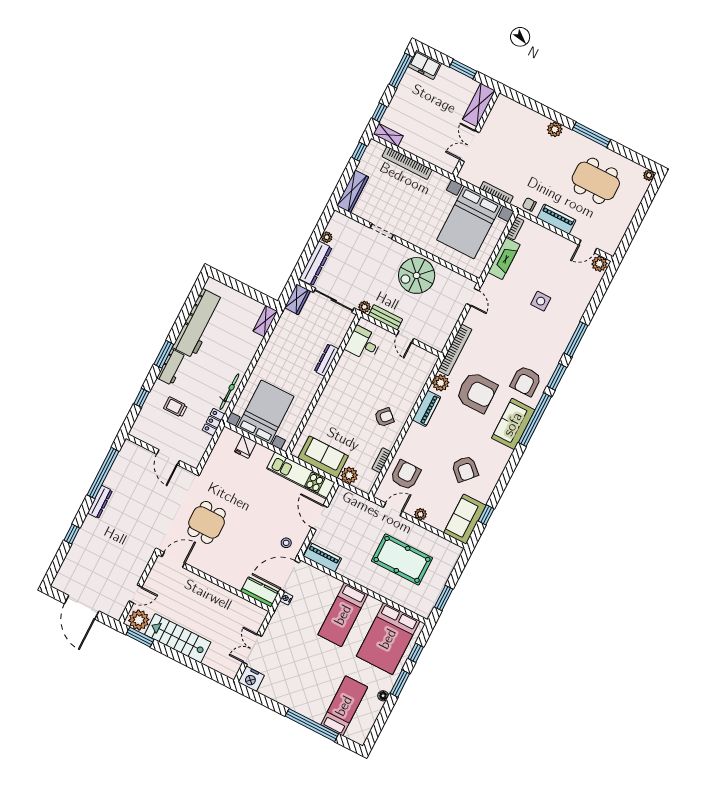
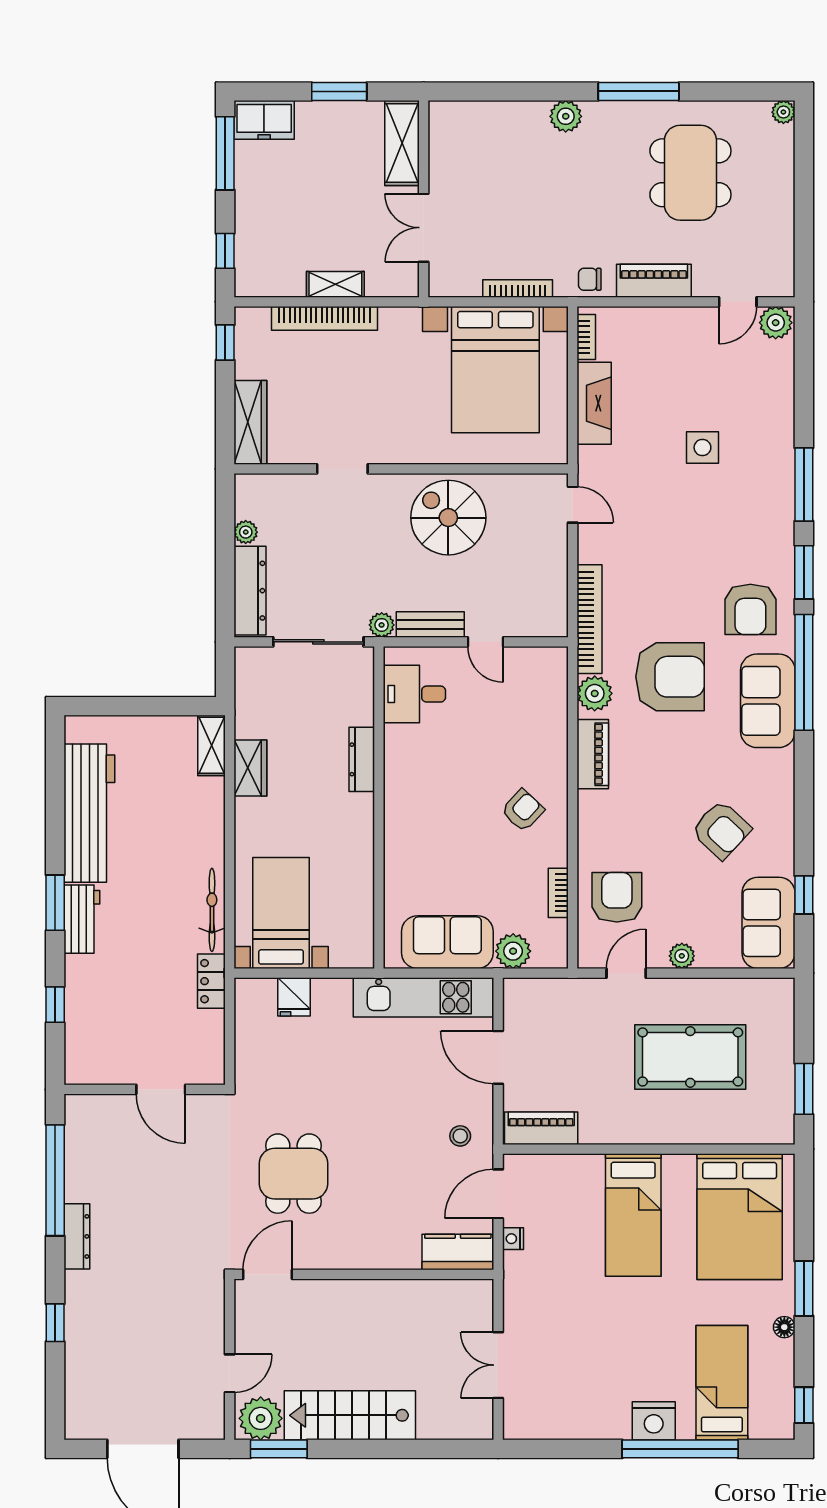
shelving: (388, 135) -> (335, 284), moved
dining table: (596, 181) -> (690, 173), turned 90
spiral stairs: (417, 275) -> (448, 518), turned 90
wardrobe: (297, 299) -> (250, 768), moved
trolley: (175, 407) -> (127, 989), removed
bed with nightstands: (266, 412) -> (281, 913), width x0.73
door: (290, 576) -> (498, 1194), width x0.73
window: (416, 653) -> (804, 1405), moved
nightstand: (251, 679) -> (654, 1421), moved

